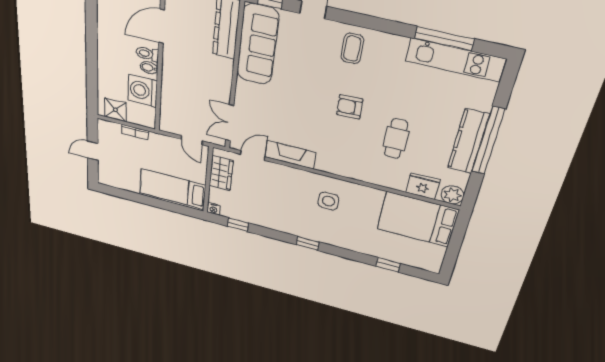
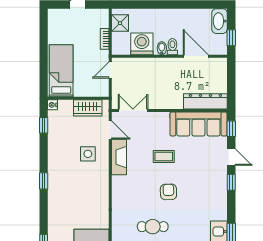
window: (352, 18) -> (231, 182), added
coffee table: (352, 49) -> (164, 157), moved
door: (192, 140) -> (110, 70), moved
side table: (329, 201) -> (88, 154), moved

